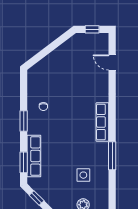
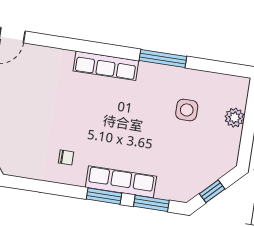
window: (24, 121) -> (104, 196), moved
row of seats: (34, 156) -> (121, 182), moved

